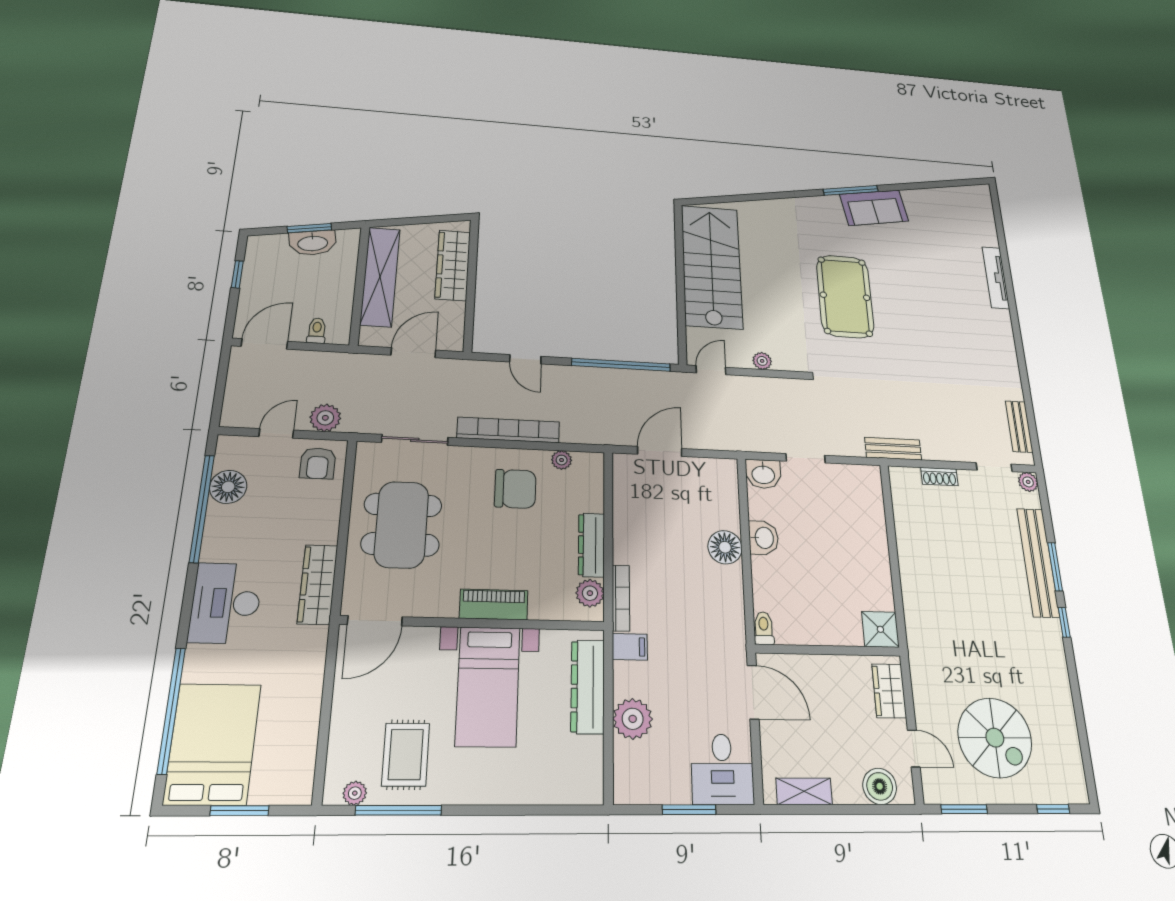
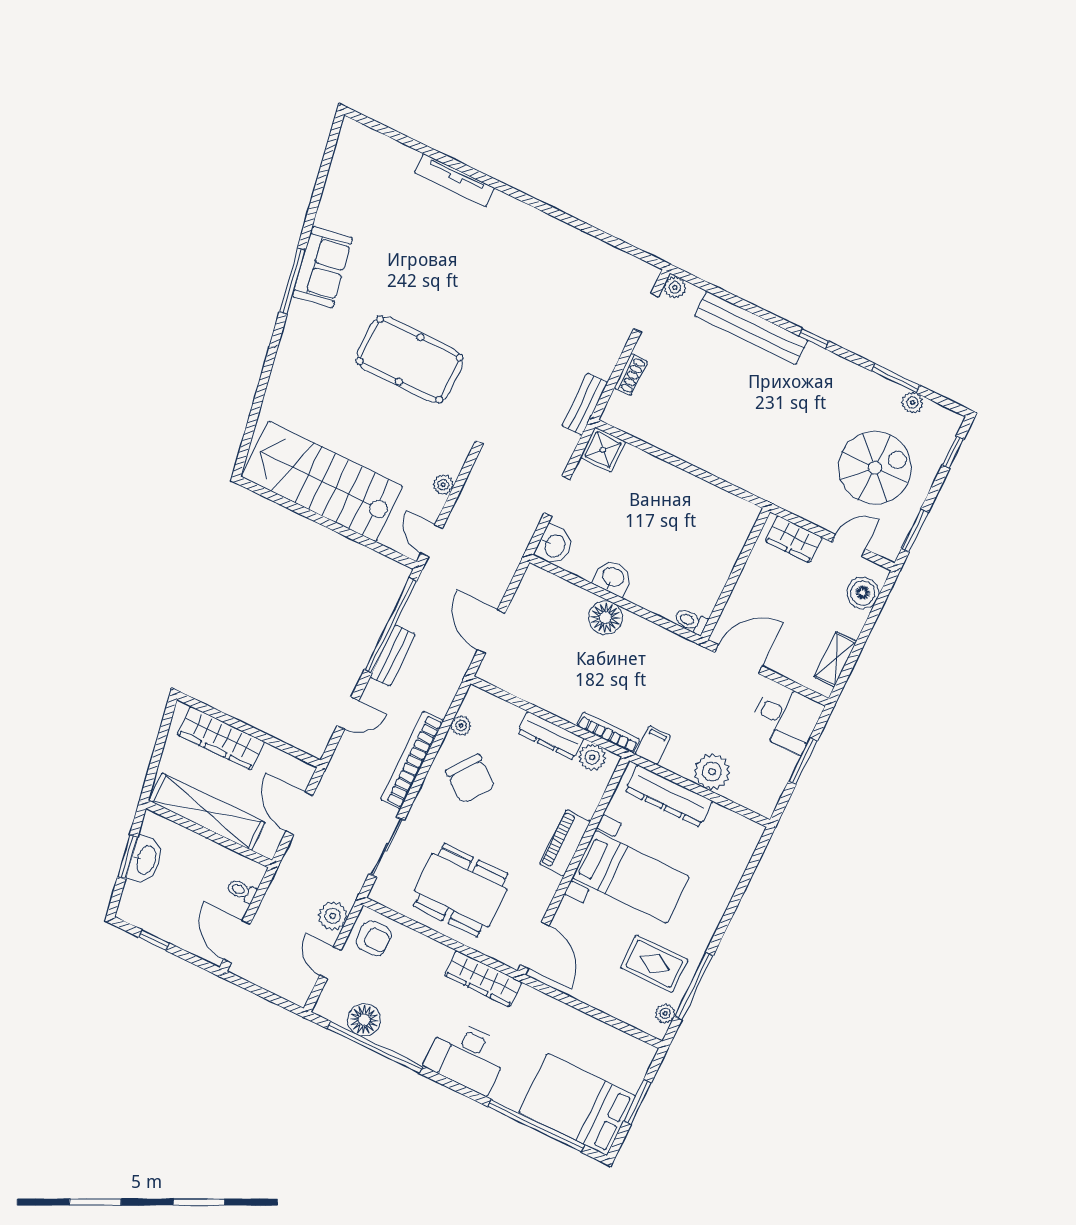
bench: (1019, 427) -> (393, 656), moved, turned 90
chair: (515, 489) -> (470, 779), turned 127
window: (1055, 567) -> (896, 378), moved
shower: (880, 629) -> (603, 450), moved
plant: (1070, 744) -> (912, 403), added

